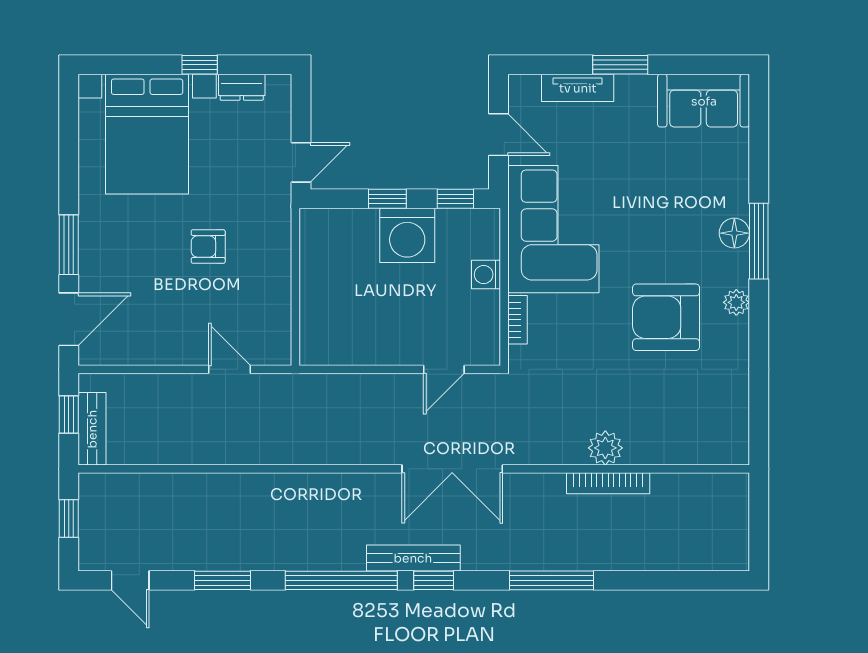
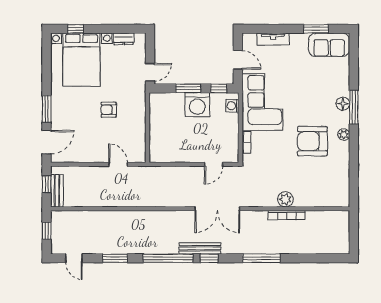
window: (200, 65) -> (76, 29), moved
window: (620, 65) -> (316, 29), moved
window: (387, 199) -> (188, 88), width x1.50
washing machine: (486, 275) -> (232, 106), moved

